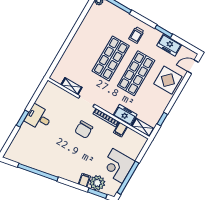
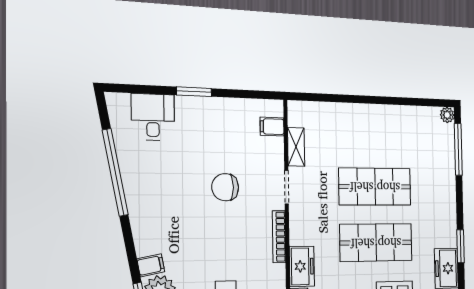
trolley: (136, 35) -> (432, 206), removed
desk: (39, 117) -> (153, 117), moved
chair: (84, 130) -> (225, 187), moved
filing cabinet: (121, 130) -> (272, 127), moved

